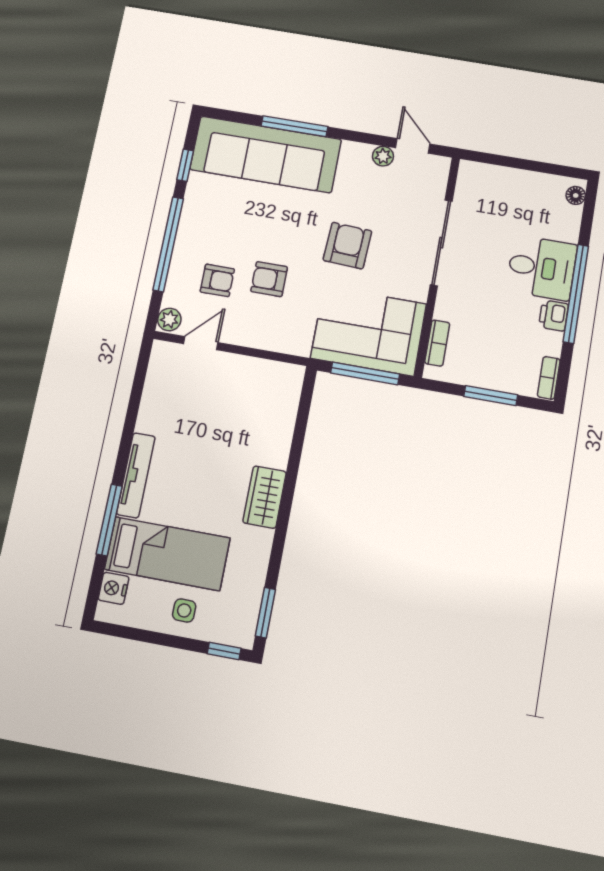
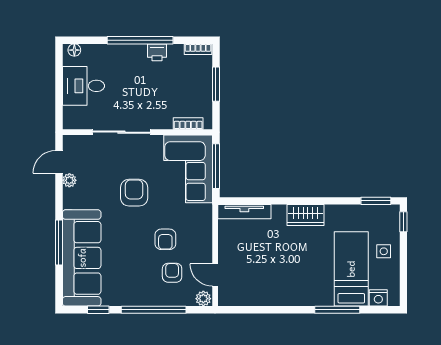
armchair: (347, 246) -> (134, 193), turned 87
desk: (542, 268) -> (83, 86), moved, turned -90
tv unit: (136, 475) -> (244, 212), moved, turned 180

